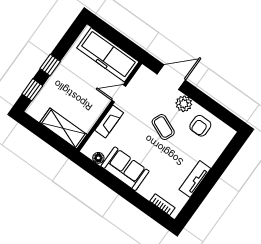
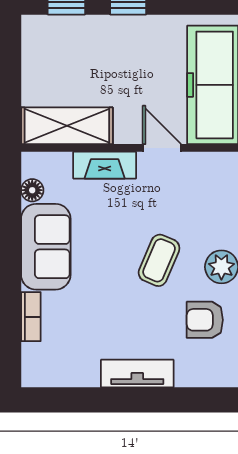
shelving: (63, 128) -> (67, 126), moved, turned 90
tv unit: (195, 179) -> (137, 374), moved
bookcase: (162, 205) -> (31, 317), moved

